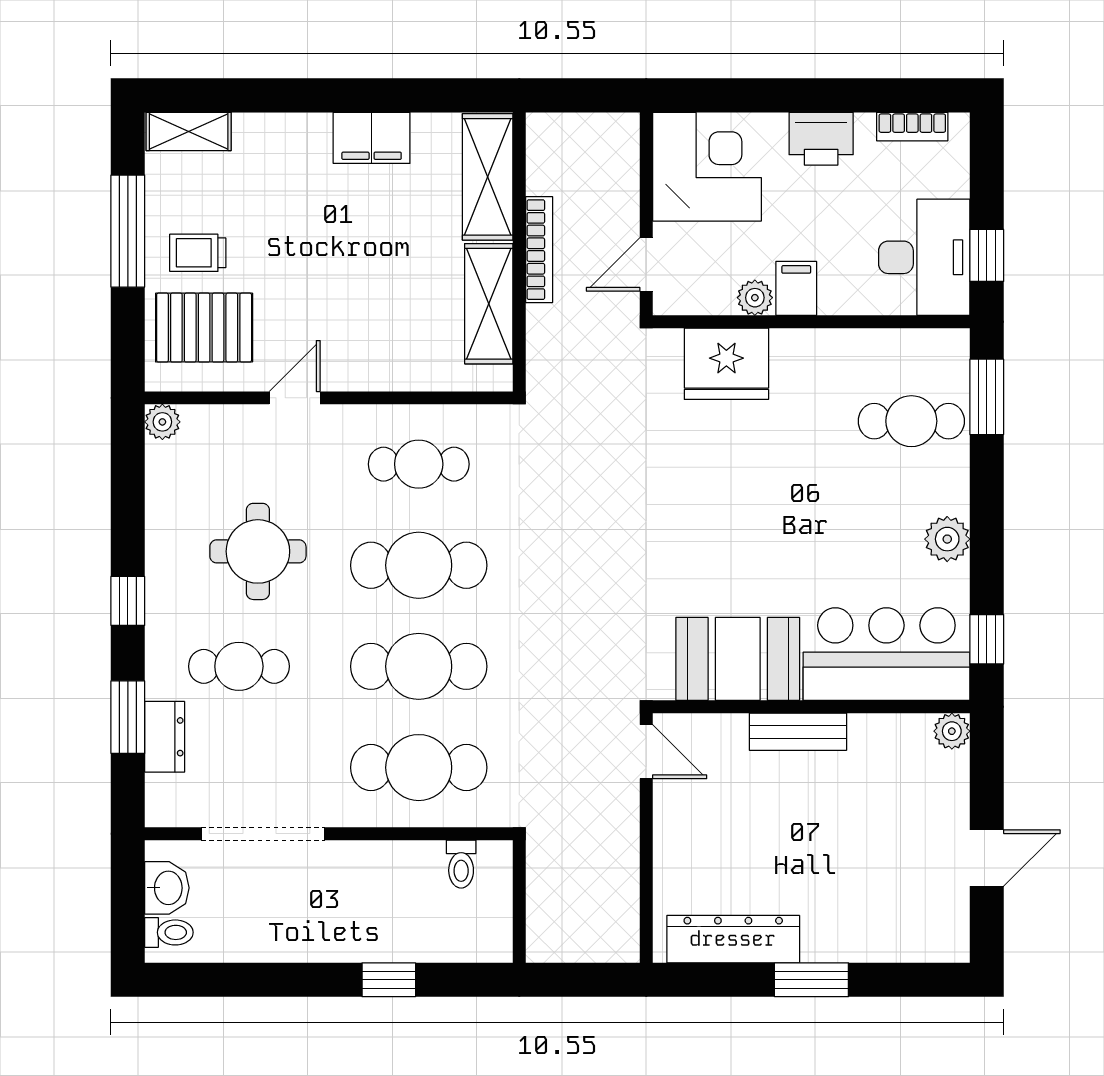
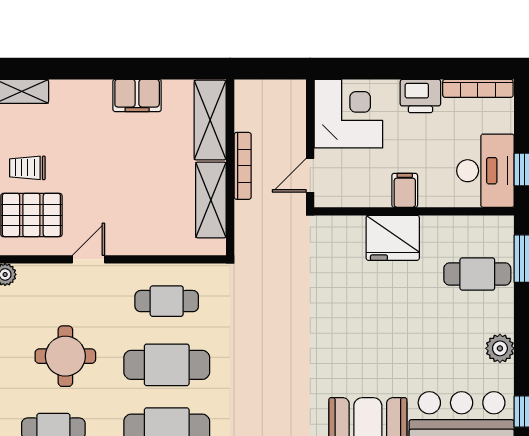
bookcase: (912, 127) -> (478, 88), width x1.56
plant: (755, 298) -> (379, 196), removed
fridge: (726, 364) -> (393, 238), moved

